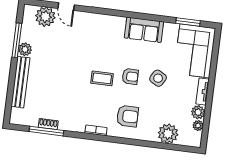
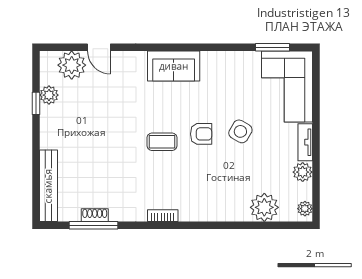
sofa: (144, 30) -> (174, 66), moved
window: (17, 40) -> (36, 103), width x0.46
plant: (25, 49) -> (49, 95), moved
bench: (21, 82) -> (48, 186), moved
armchair: (127, 116) -> (204, 190), removed
plant: (198, 126) -> (305, 209), moved

